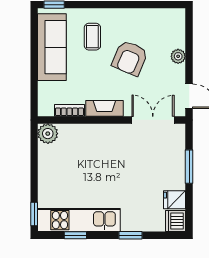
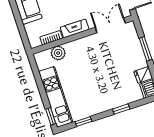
plant: (48, 134) -> (58, 53), moved
kitchen unit: (79, 220) -> (56, 97), moved, turned 90

